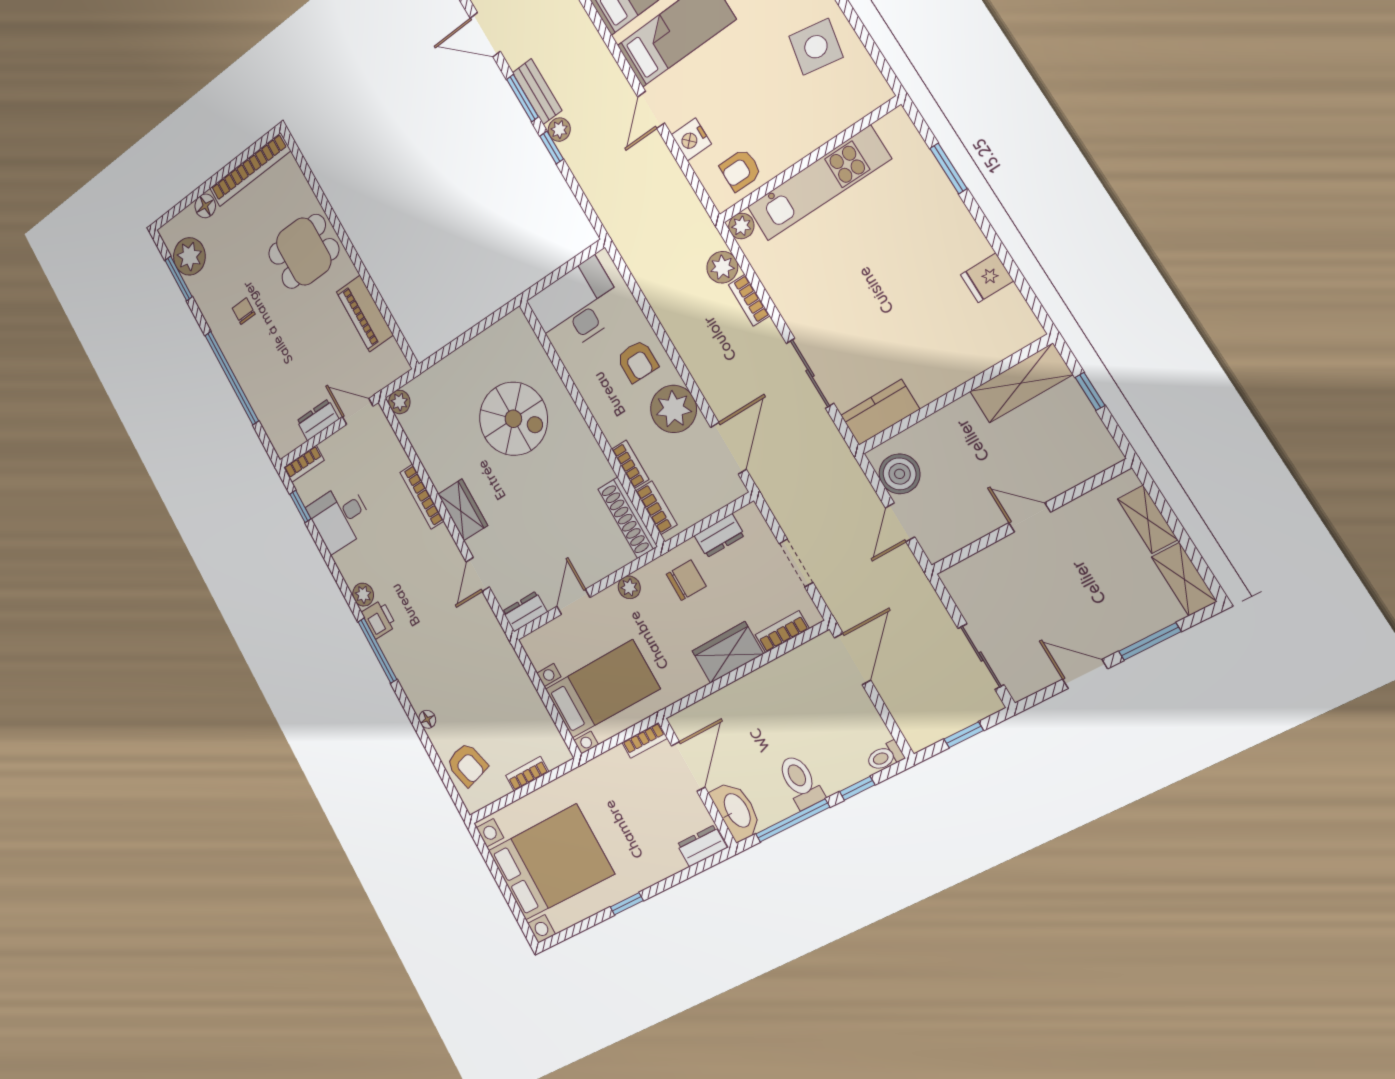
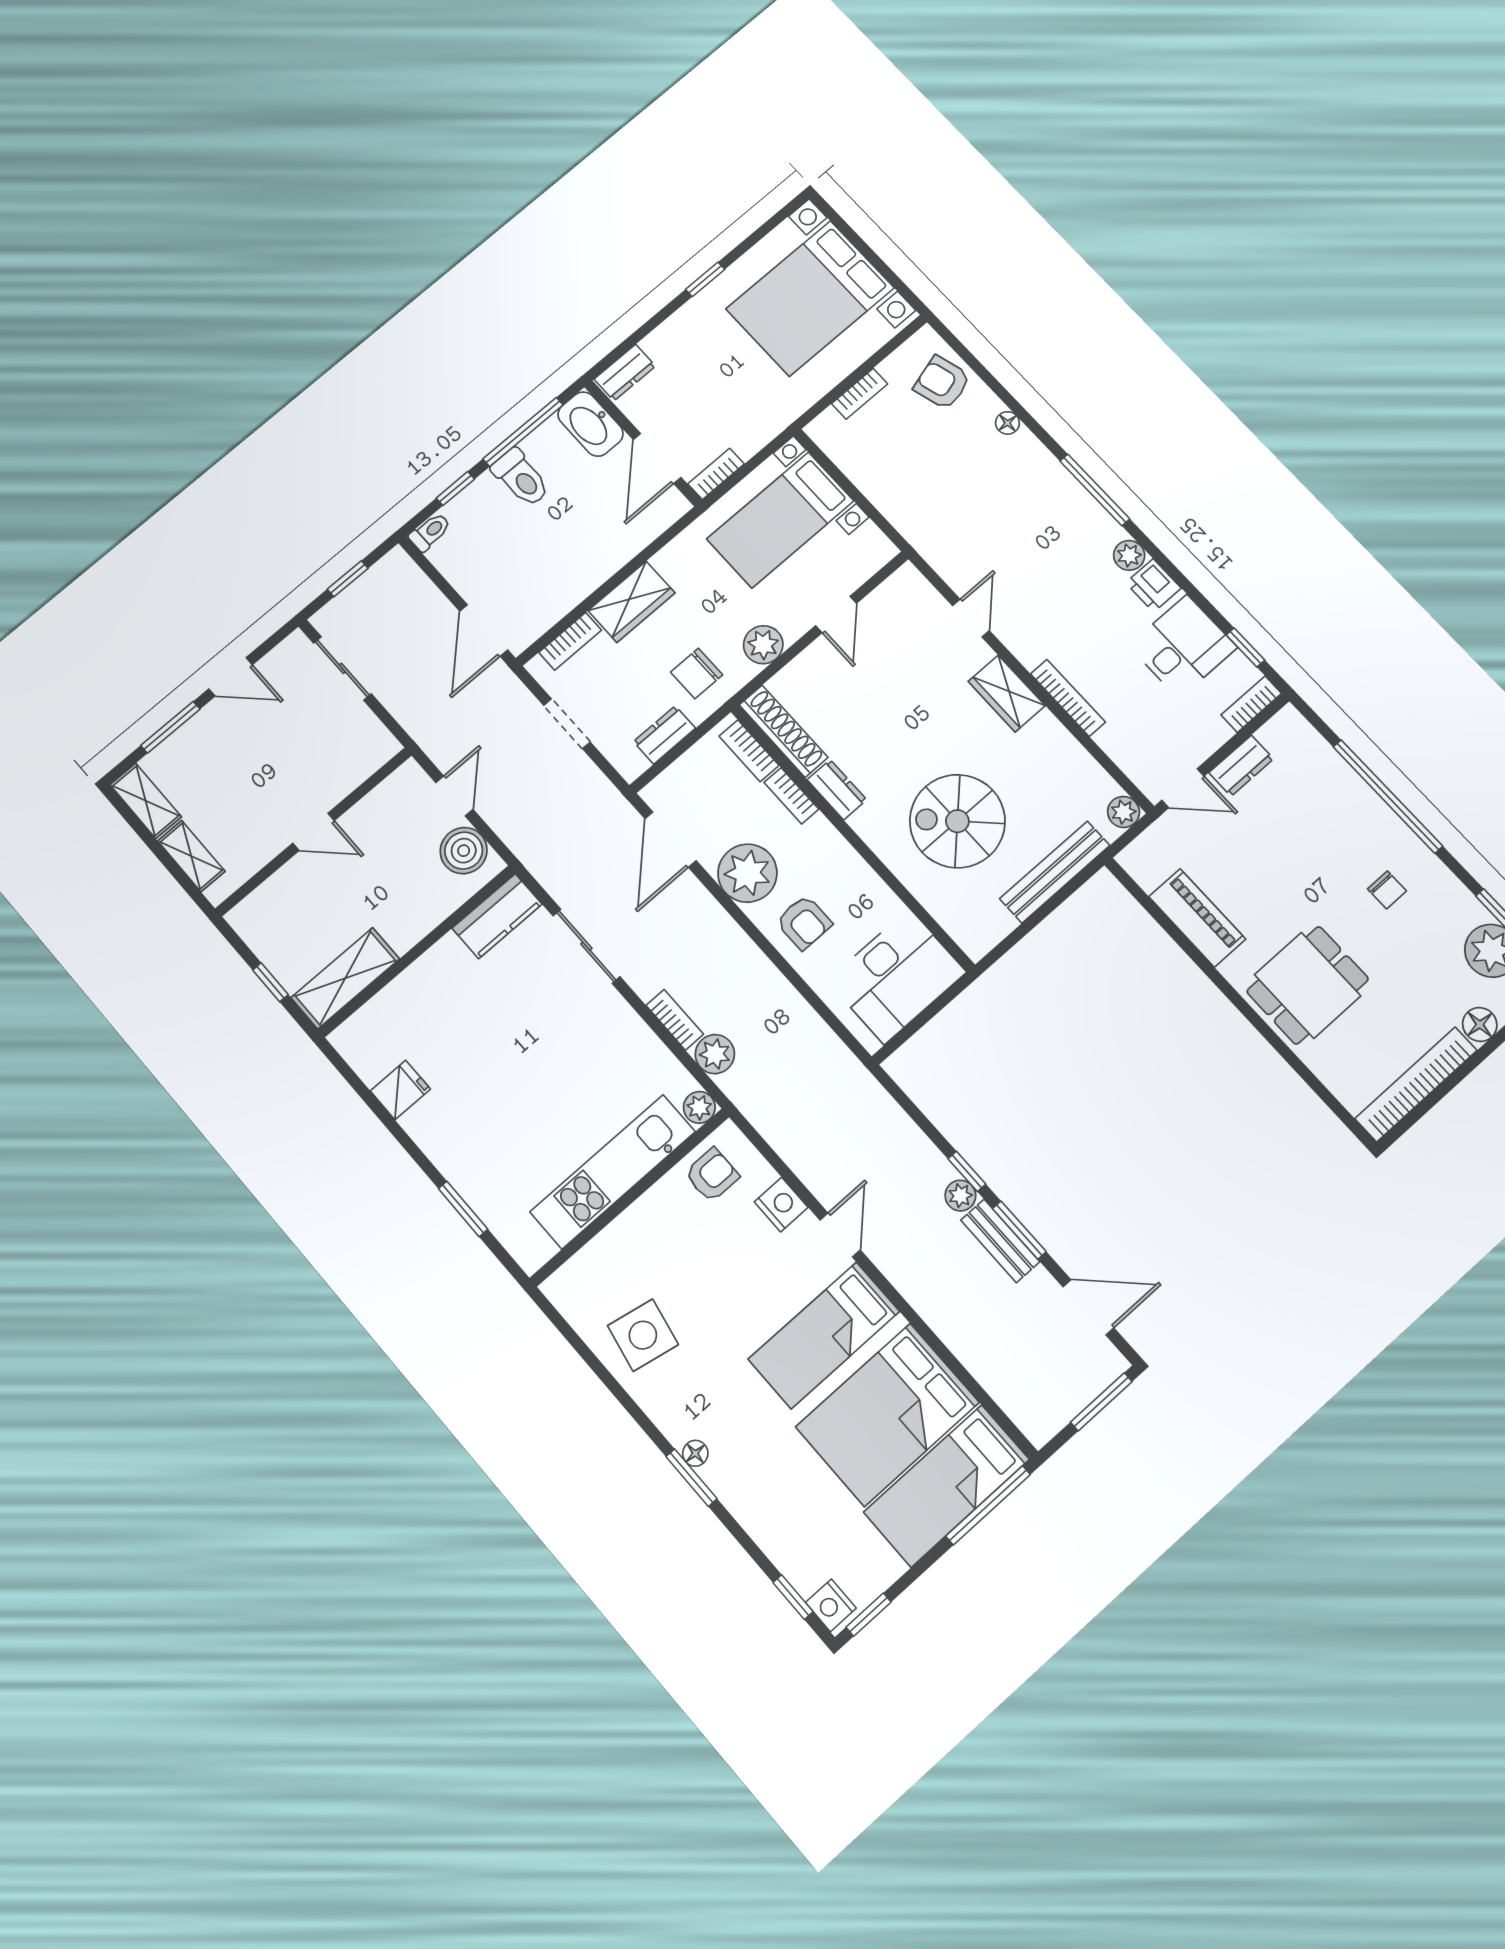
armchair: (637, 361) -> (804, 922), turned 180
bench: (453, 366) -> (1055, 872), added
plant: (629, 587) -> (763, 645), width x1.38, depth x1.38
dresser: (525, 612) -> (837, 790), moved, turned -90
printer: (379, 619) -> (1153, 585), moved

